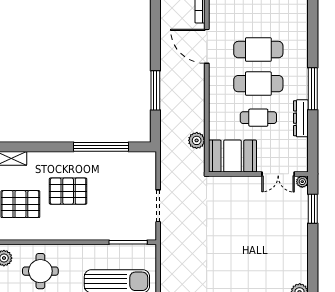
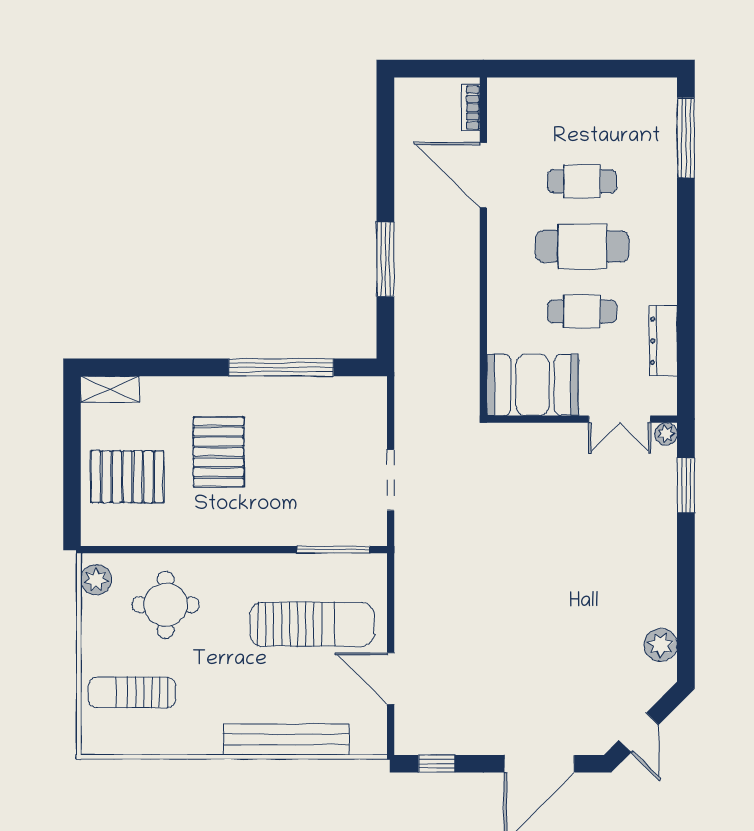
cafe table: (258, 50) -> (582, 181), width x0.73, depth x0.74
window: (313, 89) -> (686, 138), moved
dresser: (301, 118) -> (663, 341), moved
plant: (197, 140) -> (464, 355), removed
pallet: (68, 191) -> (218, 452), turned 90

